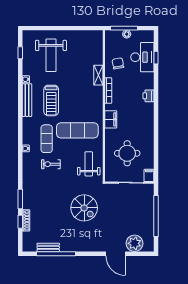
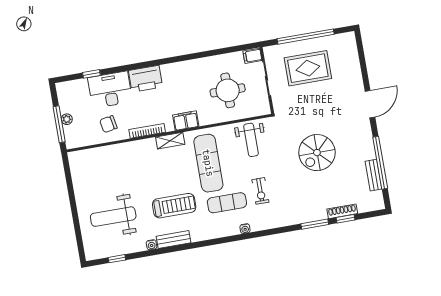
weight bench: (51, 55) -> (113, 217), turned 180
desk: (142, 57) -> (110, 90), moved
shelving: (98, 75) -> (170, 141), moved
printer: (148, 96) -> (146, 79), width x1.87, depth x1.48
bench: (27, 100) -> (173, 239), width x0.73
weight bench: (89, 164) -> (251, 140), turned -90
spiral stairs: (84, 208) -> (317, 153), moved, turned 180
rug: (133, 214) -> (308, 68), added
plant: (135, 243) -> (348, 59), removed
door: (116, 254) -> (370, 104), moved

